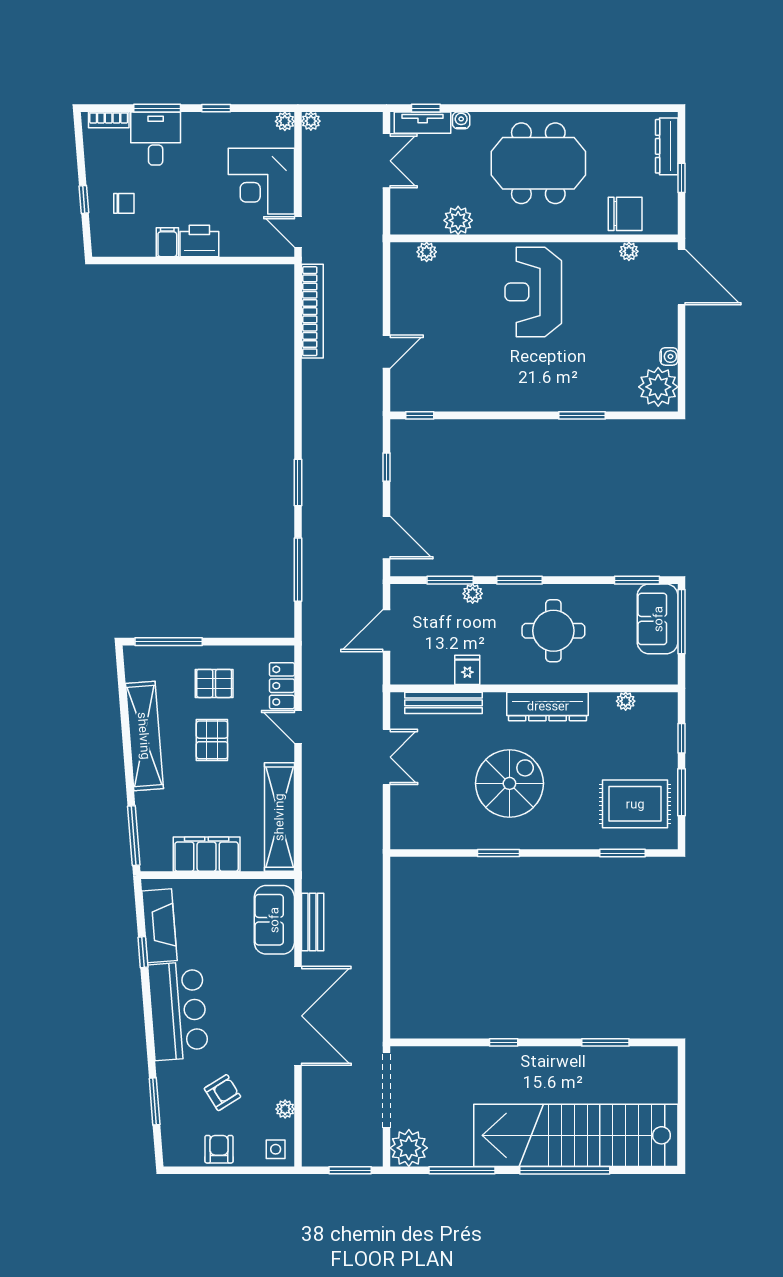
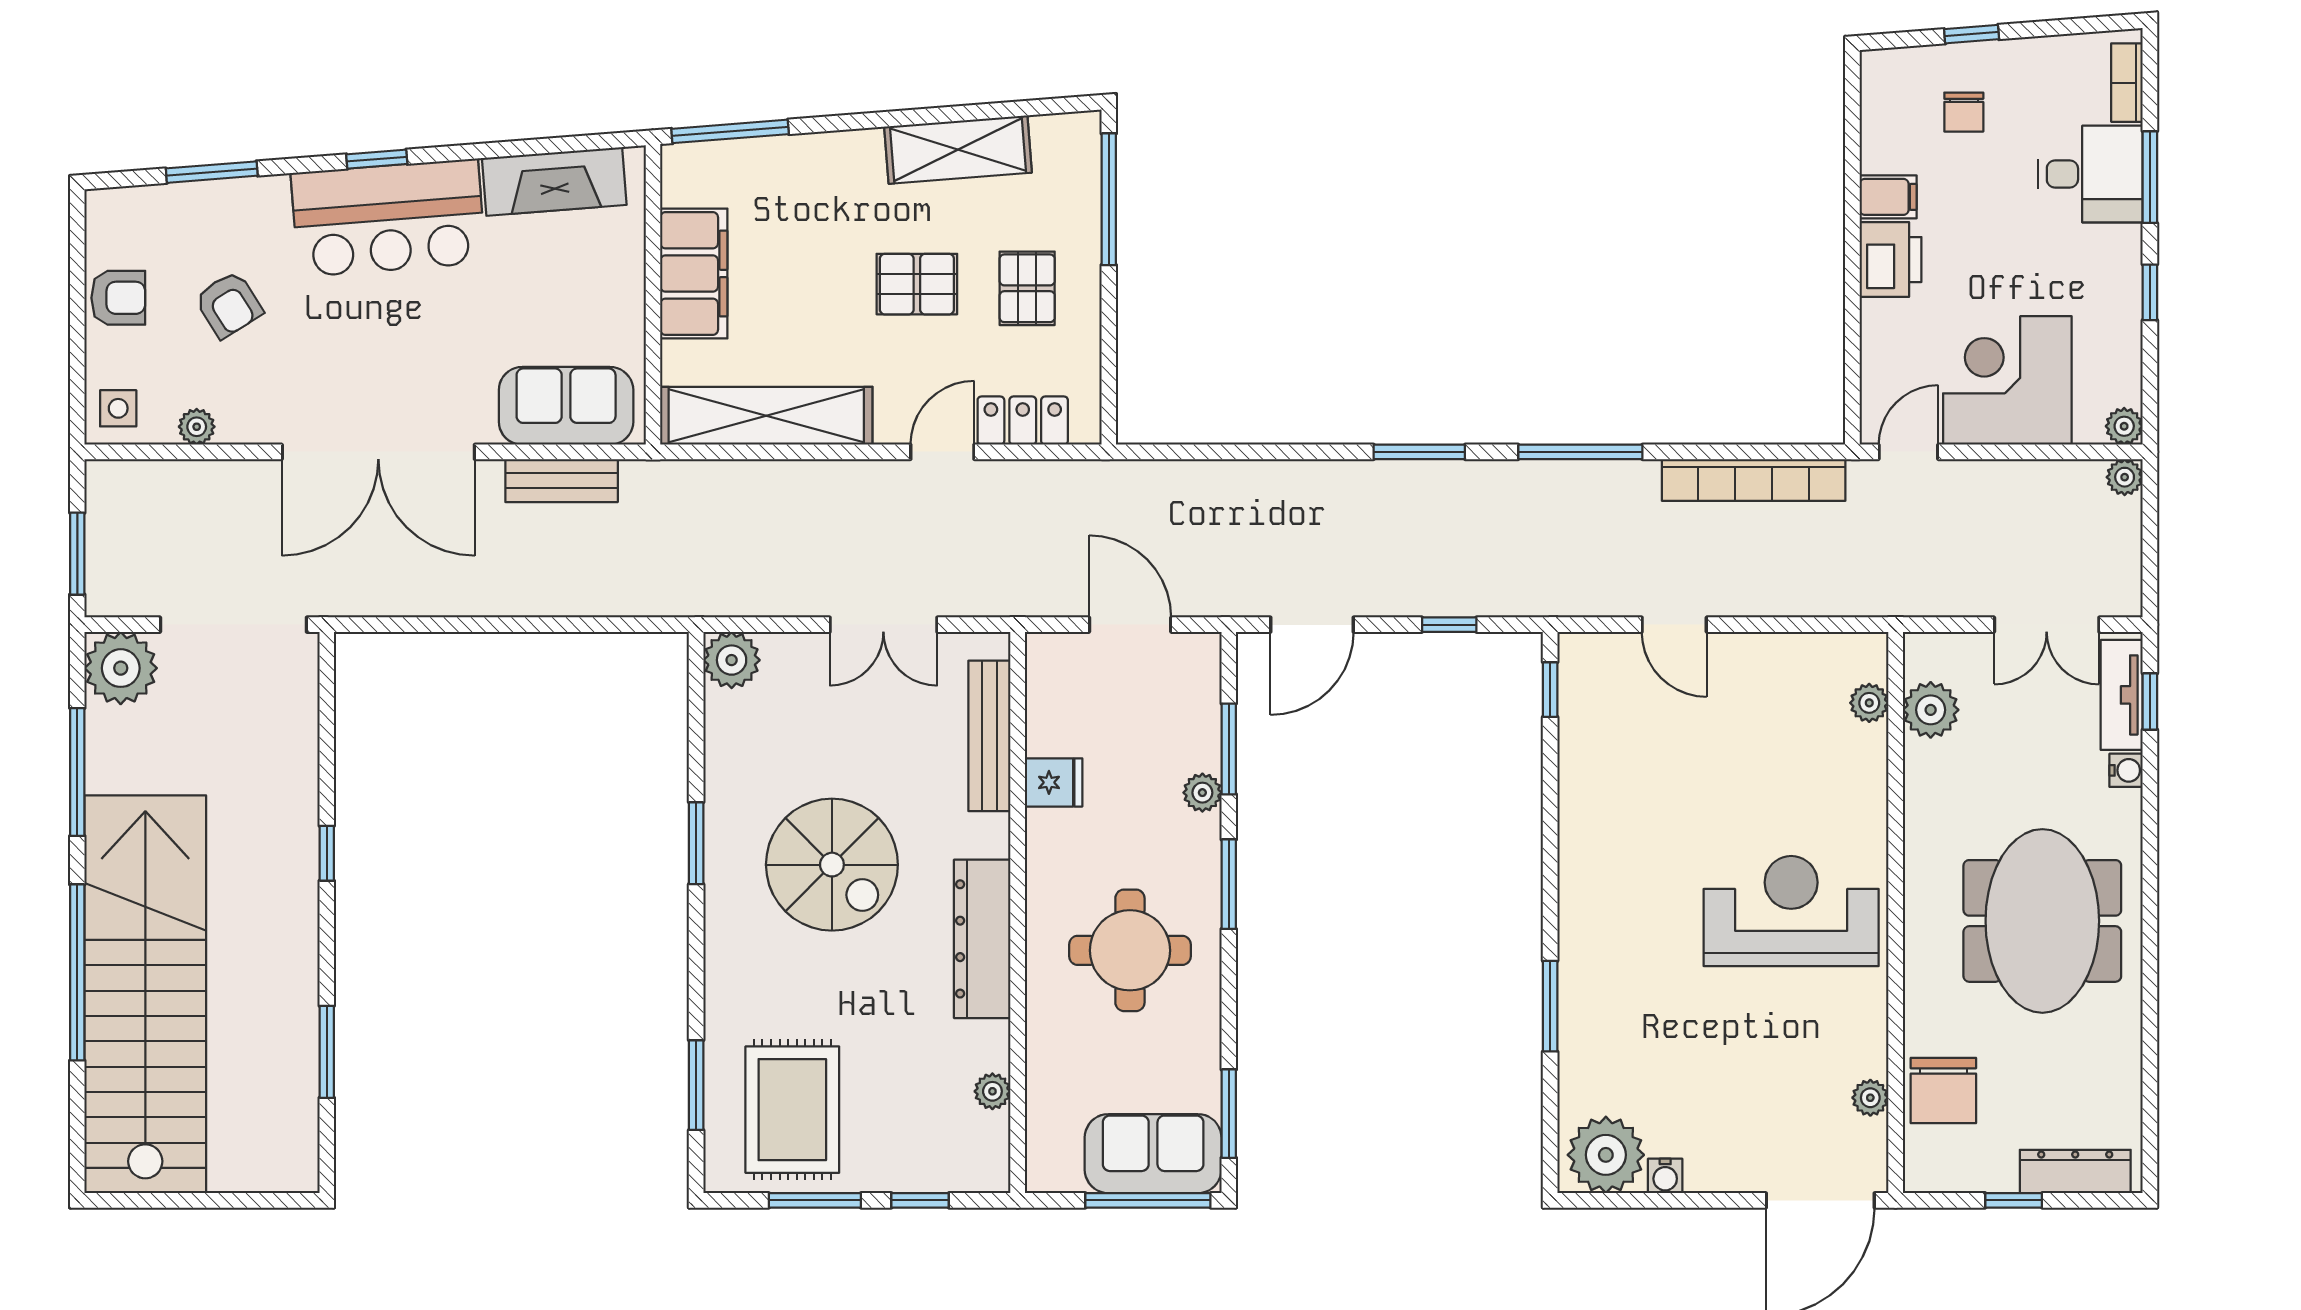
plant: (458, 220) -> (1931, 710), moved
window: (298, 570) -> (1580, 452), moved
shelving: (144, 736) -> (958, 150), width x0.68
plant: (405, 835) -> (732, 660), added
window: (143, 952) -> (377, 159), moved

